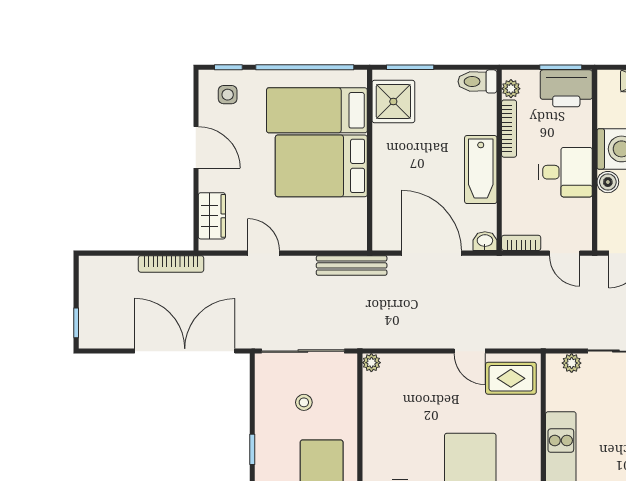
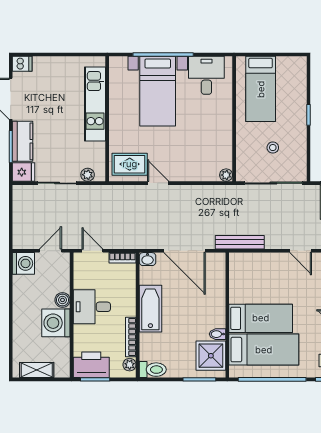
bidet: (384, 133) -> (218, 334), added
bed: (321, 166) -> (261, 318), width x0.67

